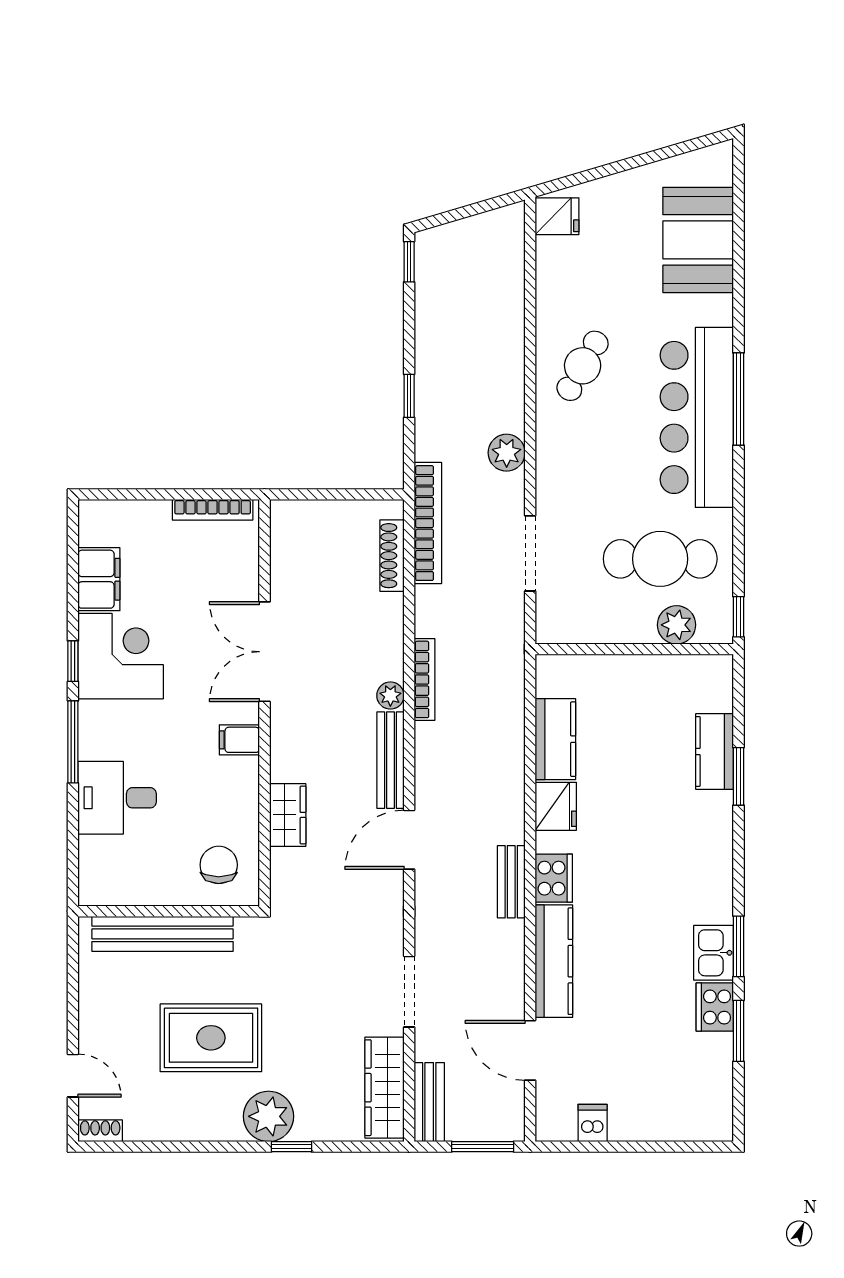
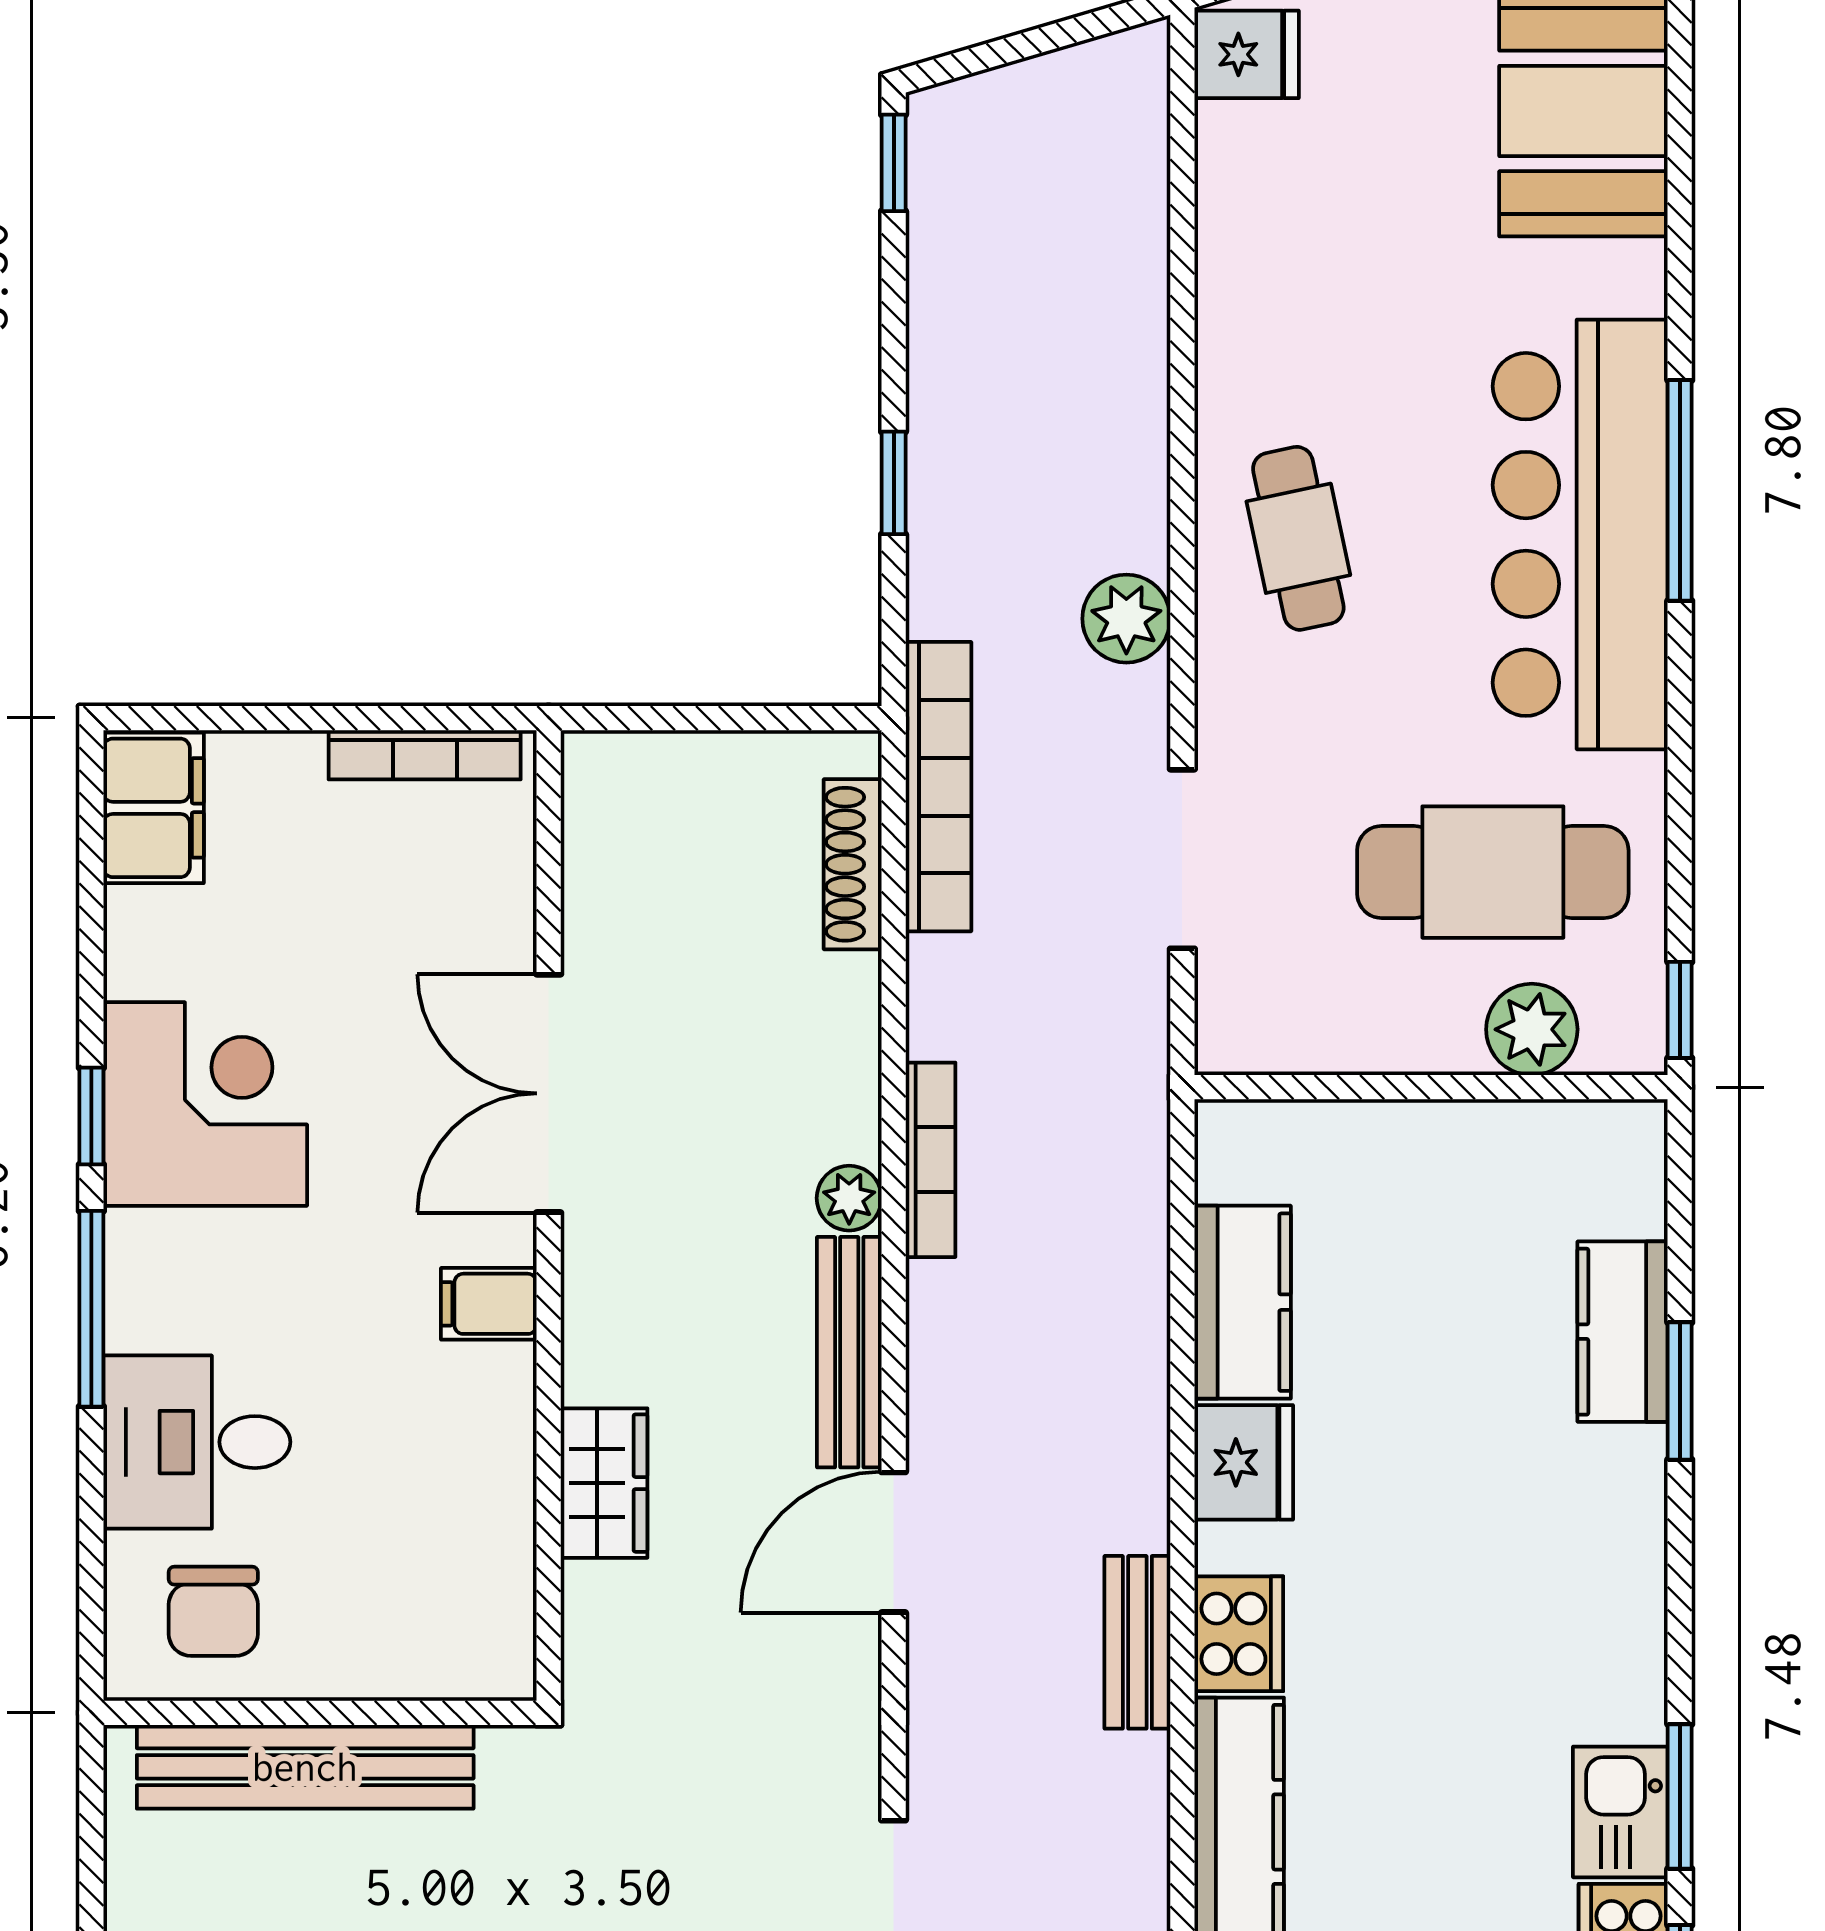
cafe table: (583, 366) -> (1298, 538), moved, turned -42
filing cabinet: (99, 579) -> (154, 808), moved
chair: (219, 865) -> (213, 1611), moved, turned 180

